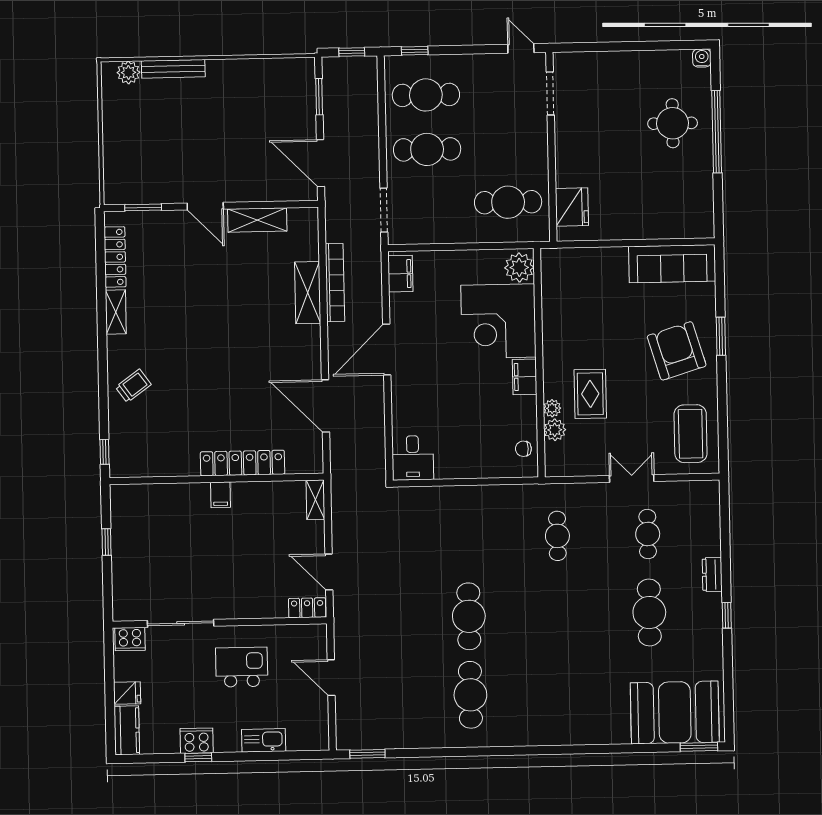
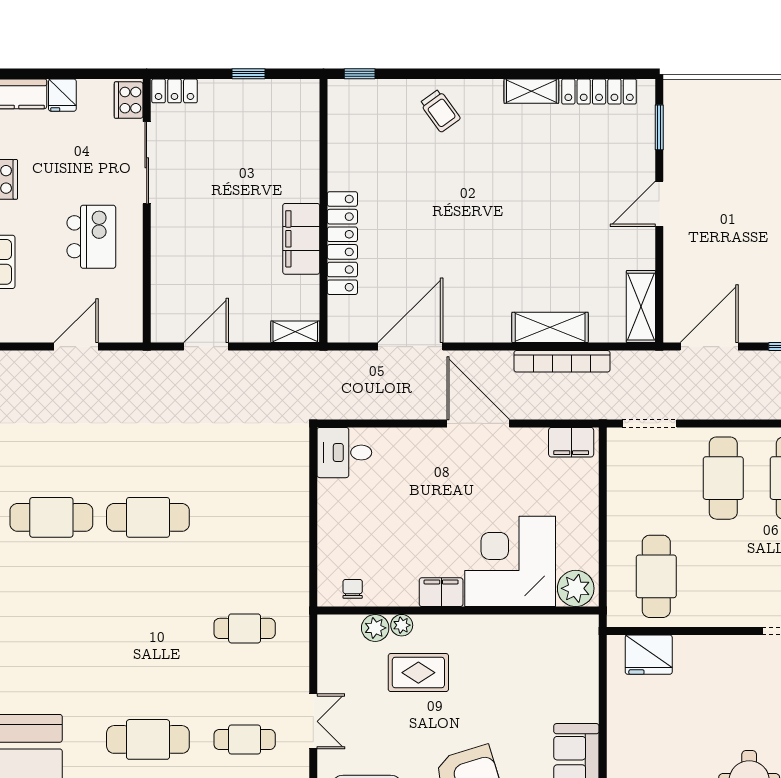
shelving: (257, 220) -> (641, 307), moved
filing cabinet: (220, 495) -> (301, 239), width x3.00, depth x1.17
locker: (307, 608) -> (174, 91), moved, turned 90

